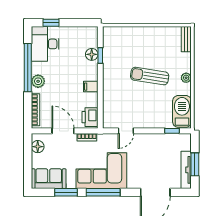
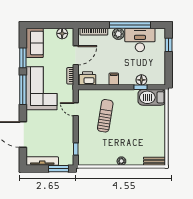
desk: (45, 44) -> (140, 40), moved
sun lounger: (150, 76) -> (105, 116), moved
barbecue: (182, 111) -> (152, 97), moved, turned 180
window: (195, 164) -> (59, 169), moved

